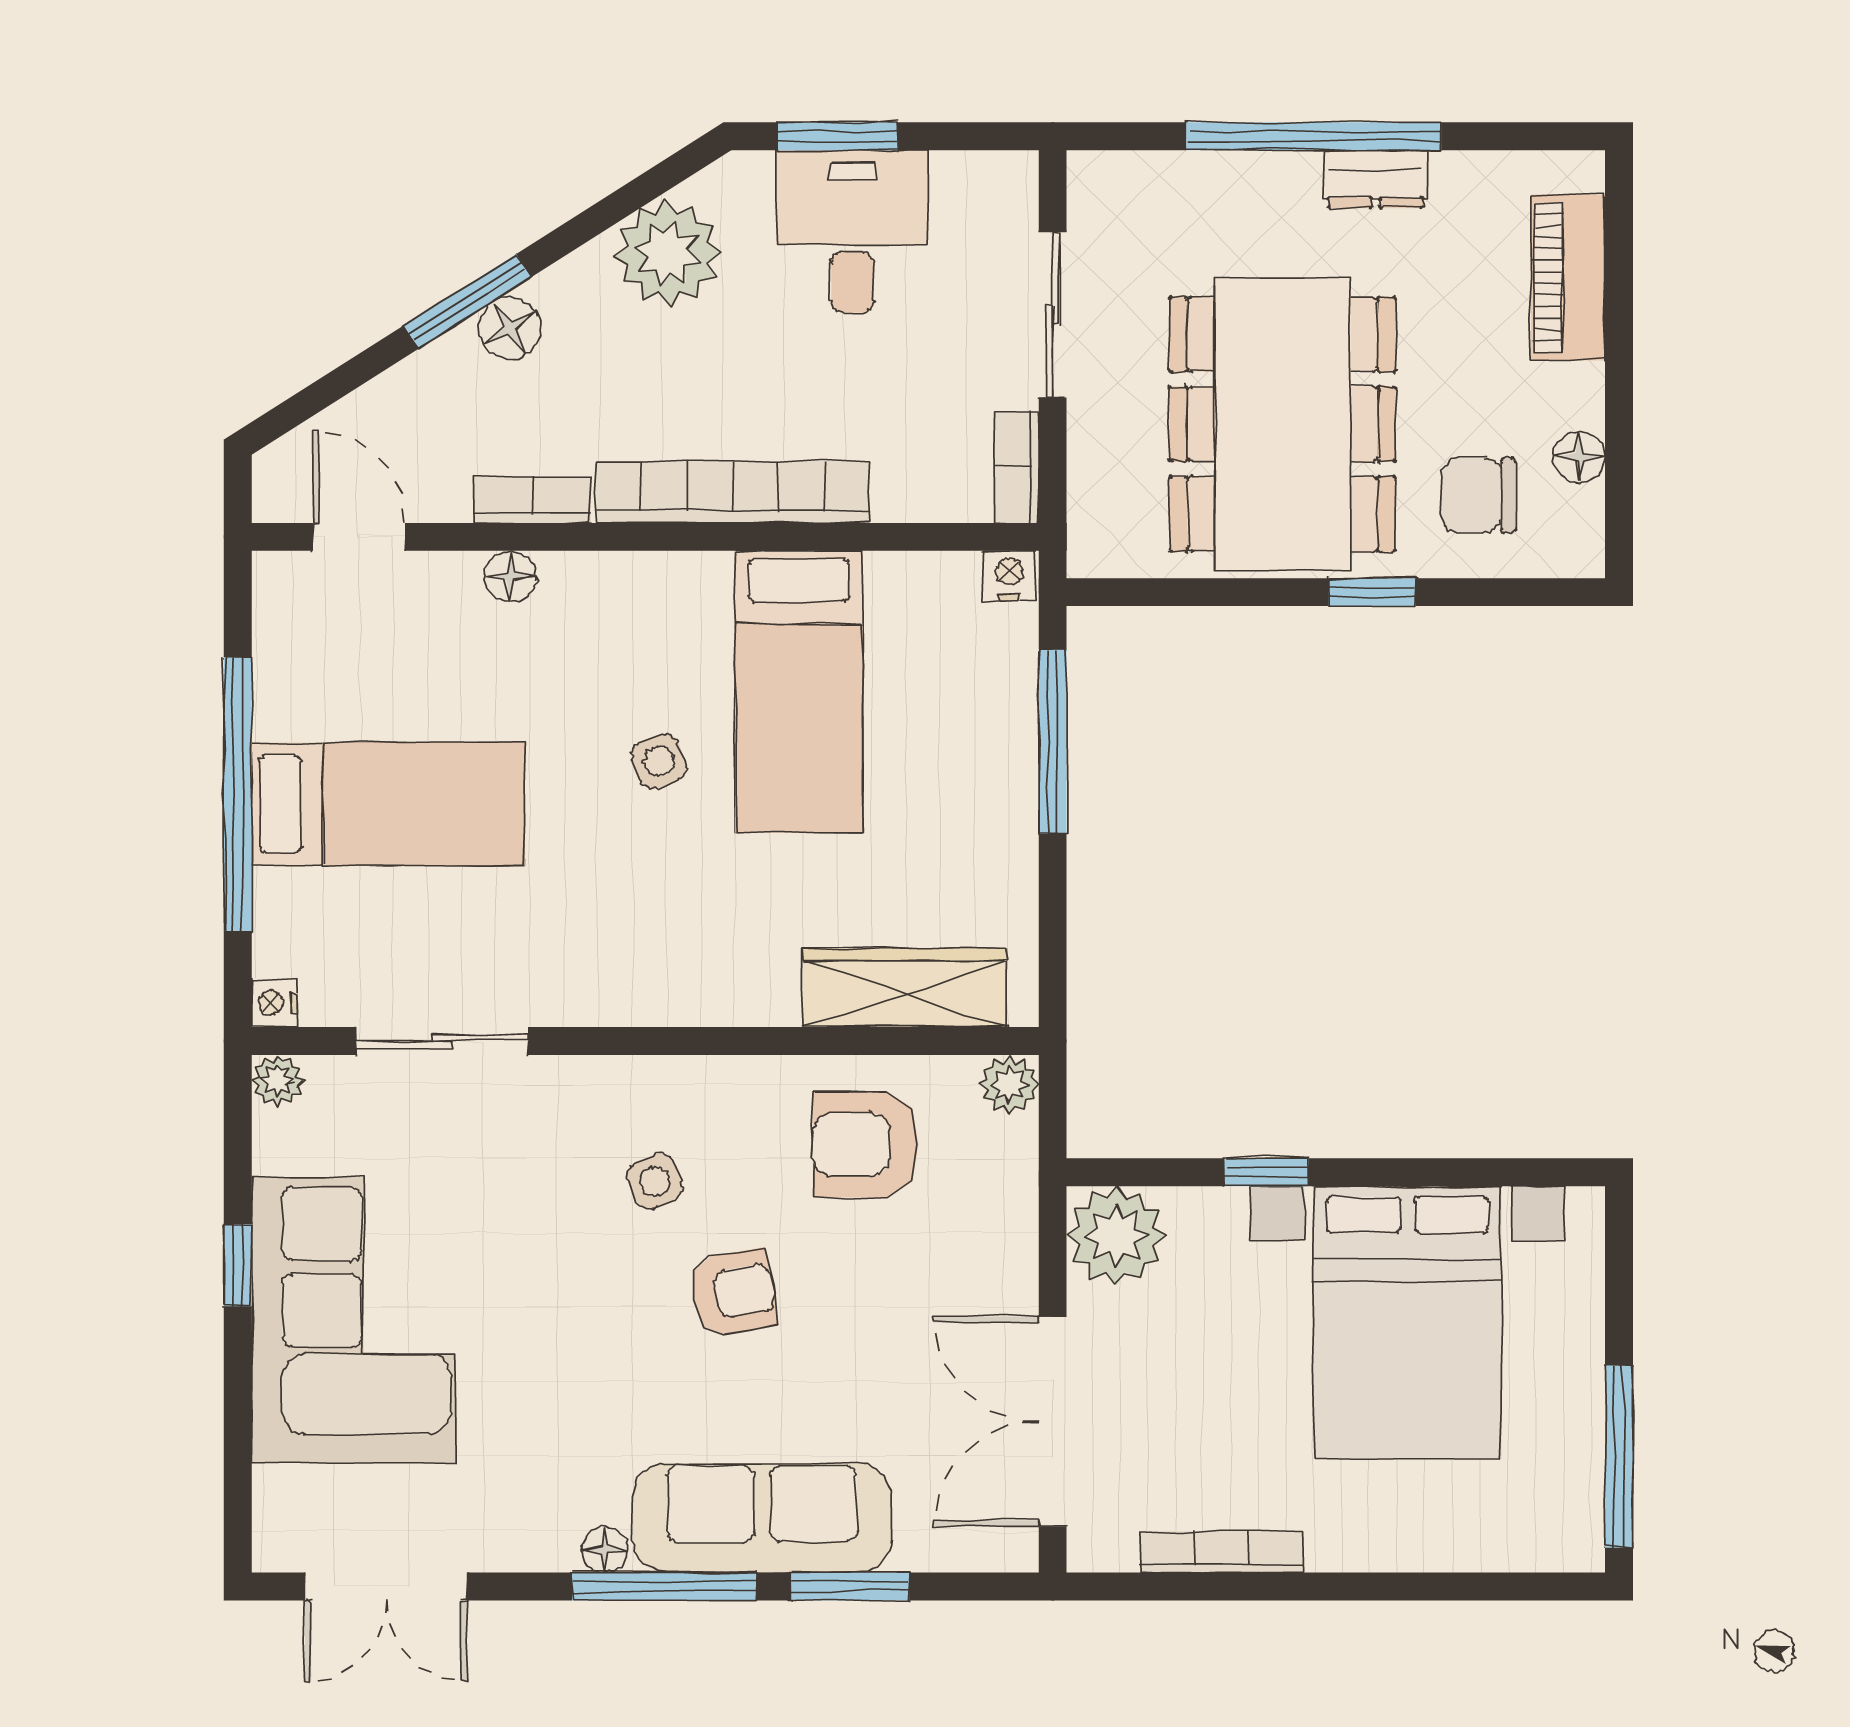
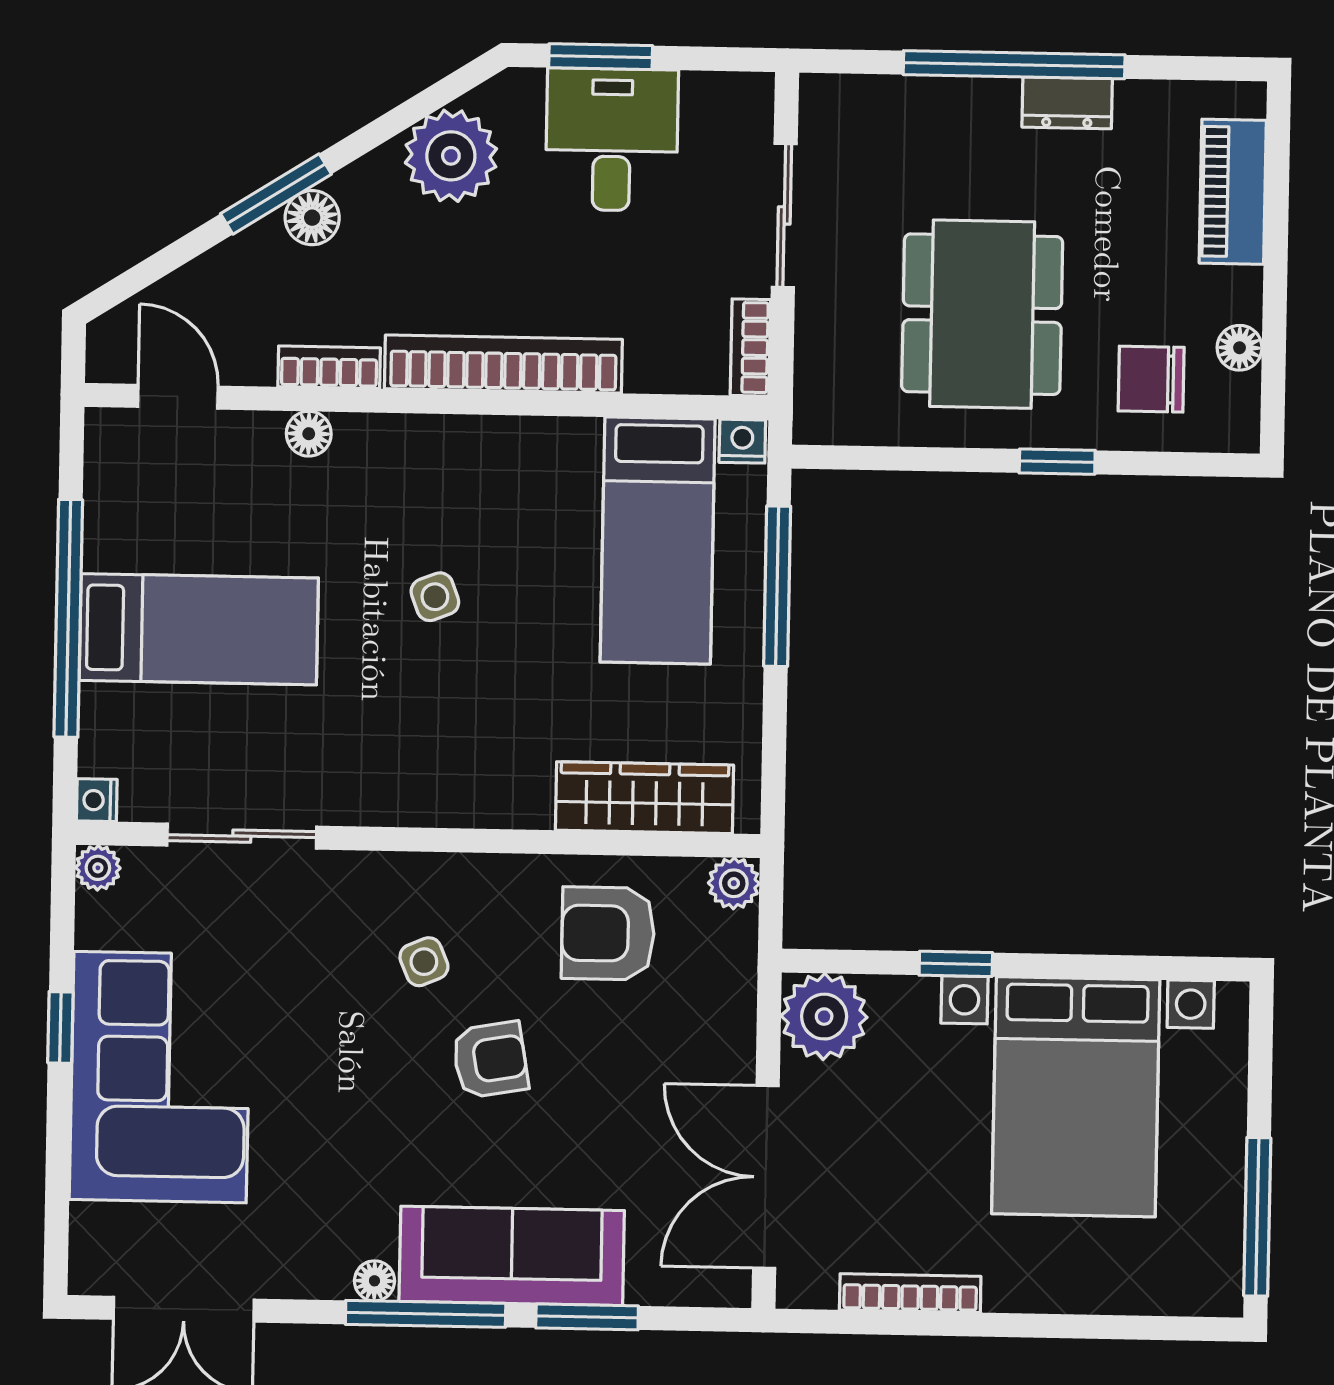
dining table: (1283, 424) -> (982, 314), width x0.73, depth x0.80
bed: (799, 692) -> (658, 541), moved

